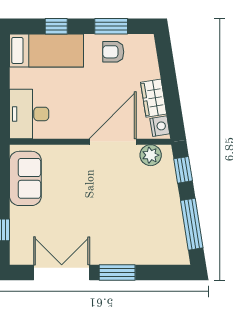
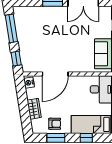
wardrobe: (154, 98) -> (34, 109), moved
plant: (151, 155) -> (34, 67), removed

